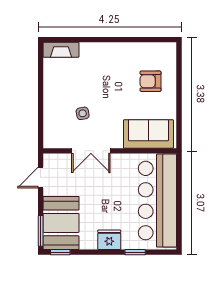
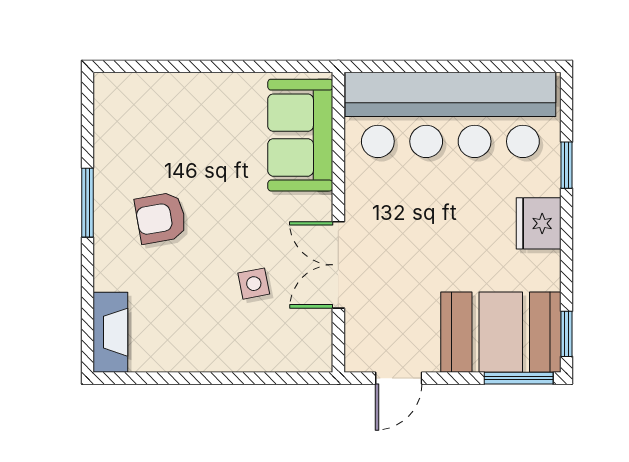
window: (119, 40) -> (88, 203), added
armchair: (150, 81) -> (161, 218), moved, turned 80
double door: (91, 151) -> (338, 265), swing flipped
door: (41, 178) -> (399, 378), hinge flipped

